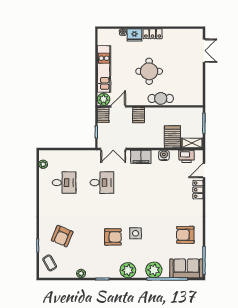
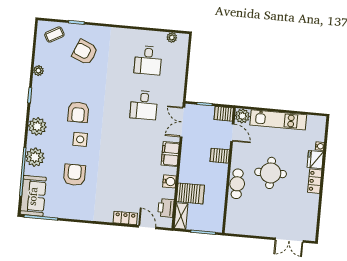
armchair: (185, 235) -> (74, 175), moved

